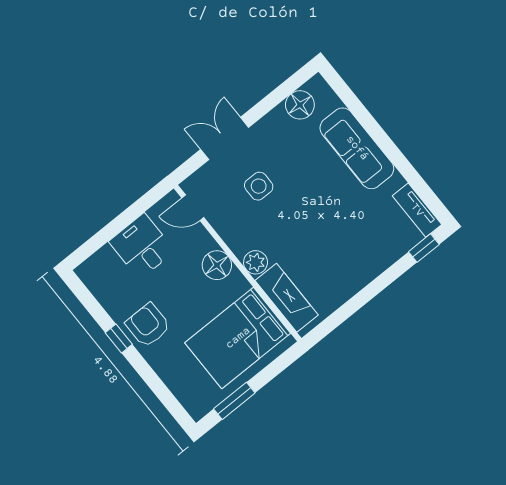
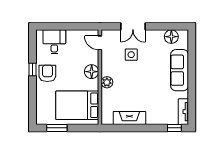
double door: (225, 138) -> (133, 26), swing flipped
desk: (142, 246) -> (54, 42), moved
fireplace: (287, 298) -> (129, 118), moved, turned -90

